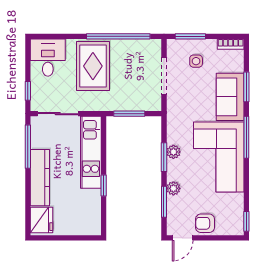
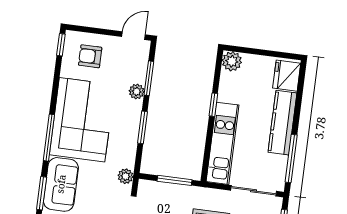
plant: (173, 152) -> (126, 176), moved
armchair: (205, 223) -> (90, 56), moved, turned 180
plant: (92, 226) -> (232, 61), added

